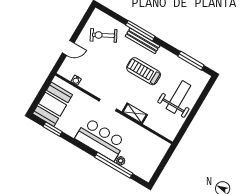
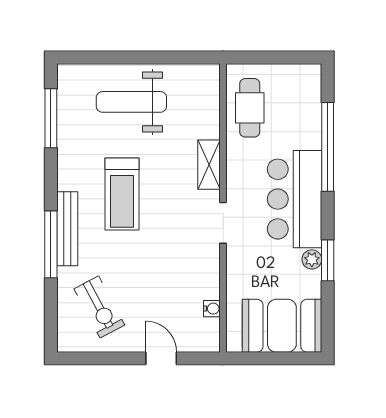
window: (53, 129) -> (328, 260), moved
cafe table: (148, 143) -> (250, 108), added
plant: (121, 161) -> (312, 259), moved

